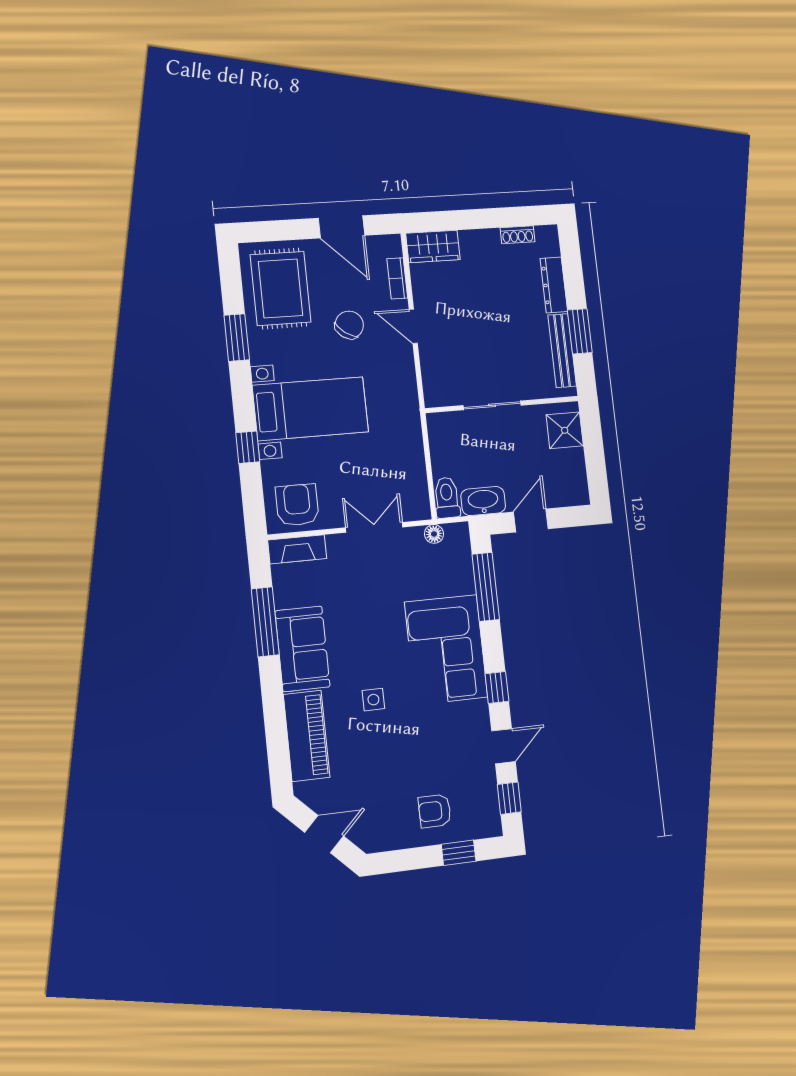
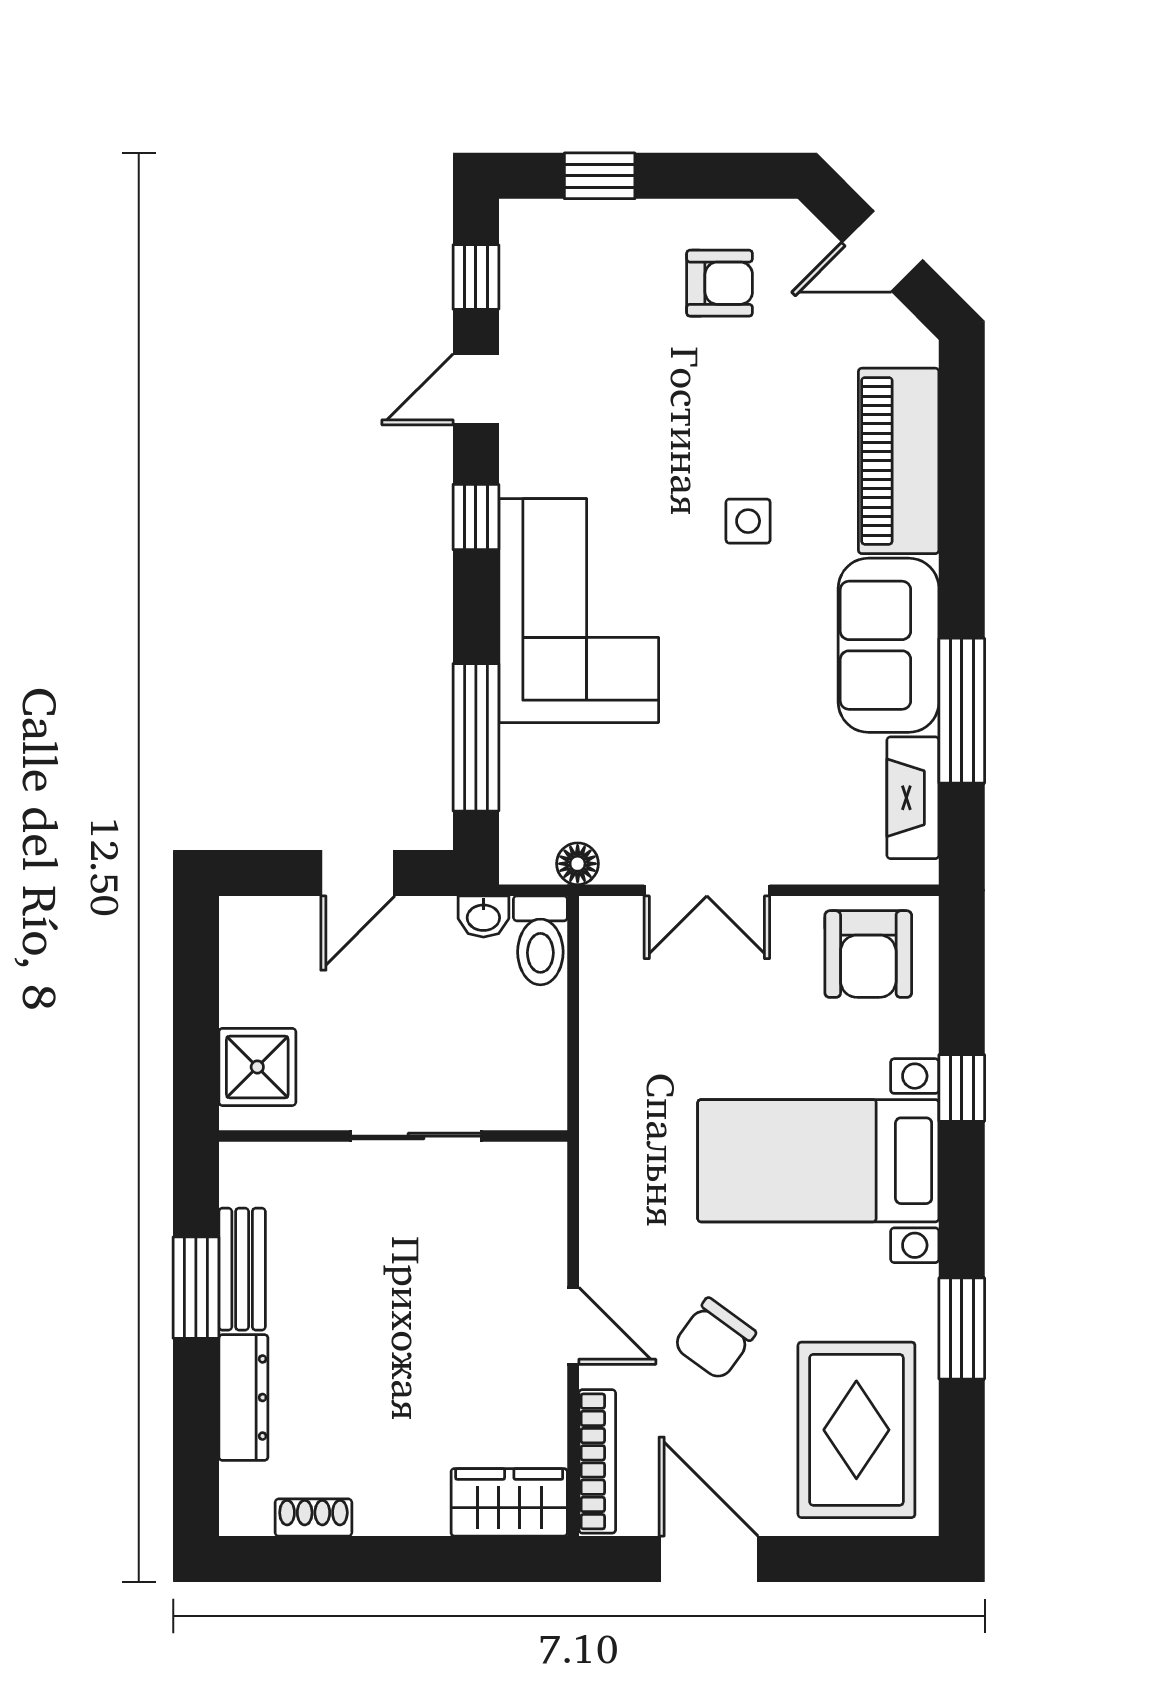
bookcase: (397, 278) -> (597, 1461), width x1.56
bench: (562, 351) -> (242, 1269), width x0.73
washbasin: (483, 501) -> (483, 917), width x0.52, depth x0.69
fireplace: (297, 549) -> (913, 798), moved, turned -90
armchair: (435, 811) -> (720, 283), moved

